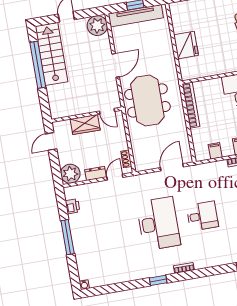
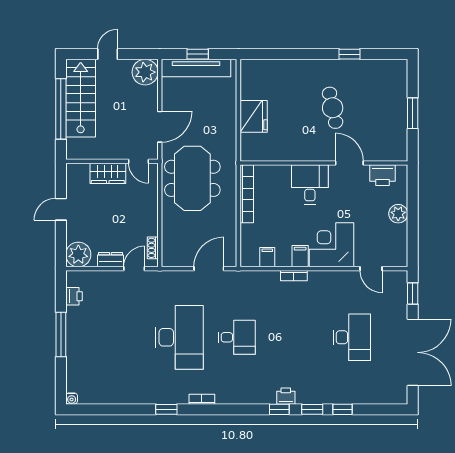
door: (107, 111) -> (139, 161), moved
wall: (87, 115) -> (112, 161), moved
wardrobe: (85, 124) -> (108, 173), moved

